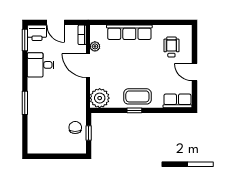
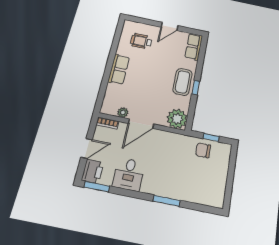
row of seats: (129, 32) -> (119, 69), width x0.68

